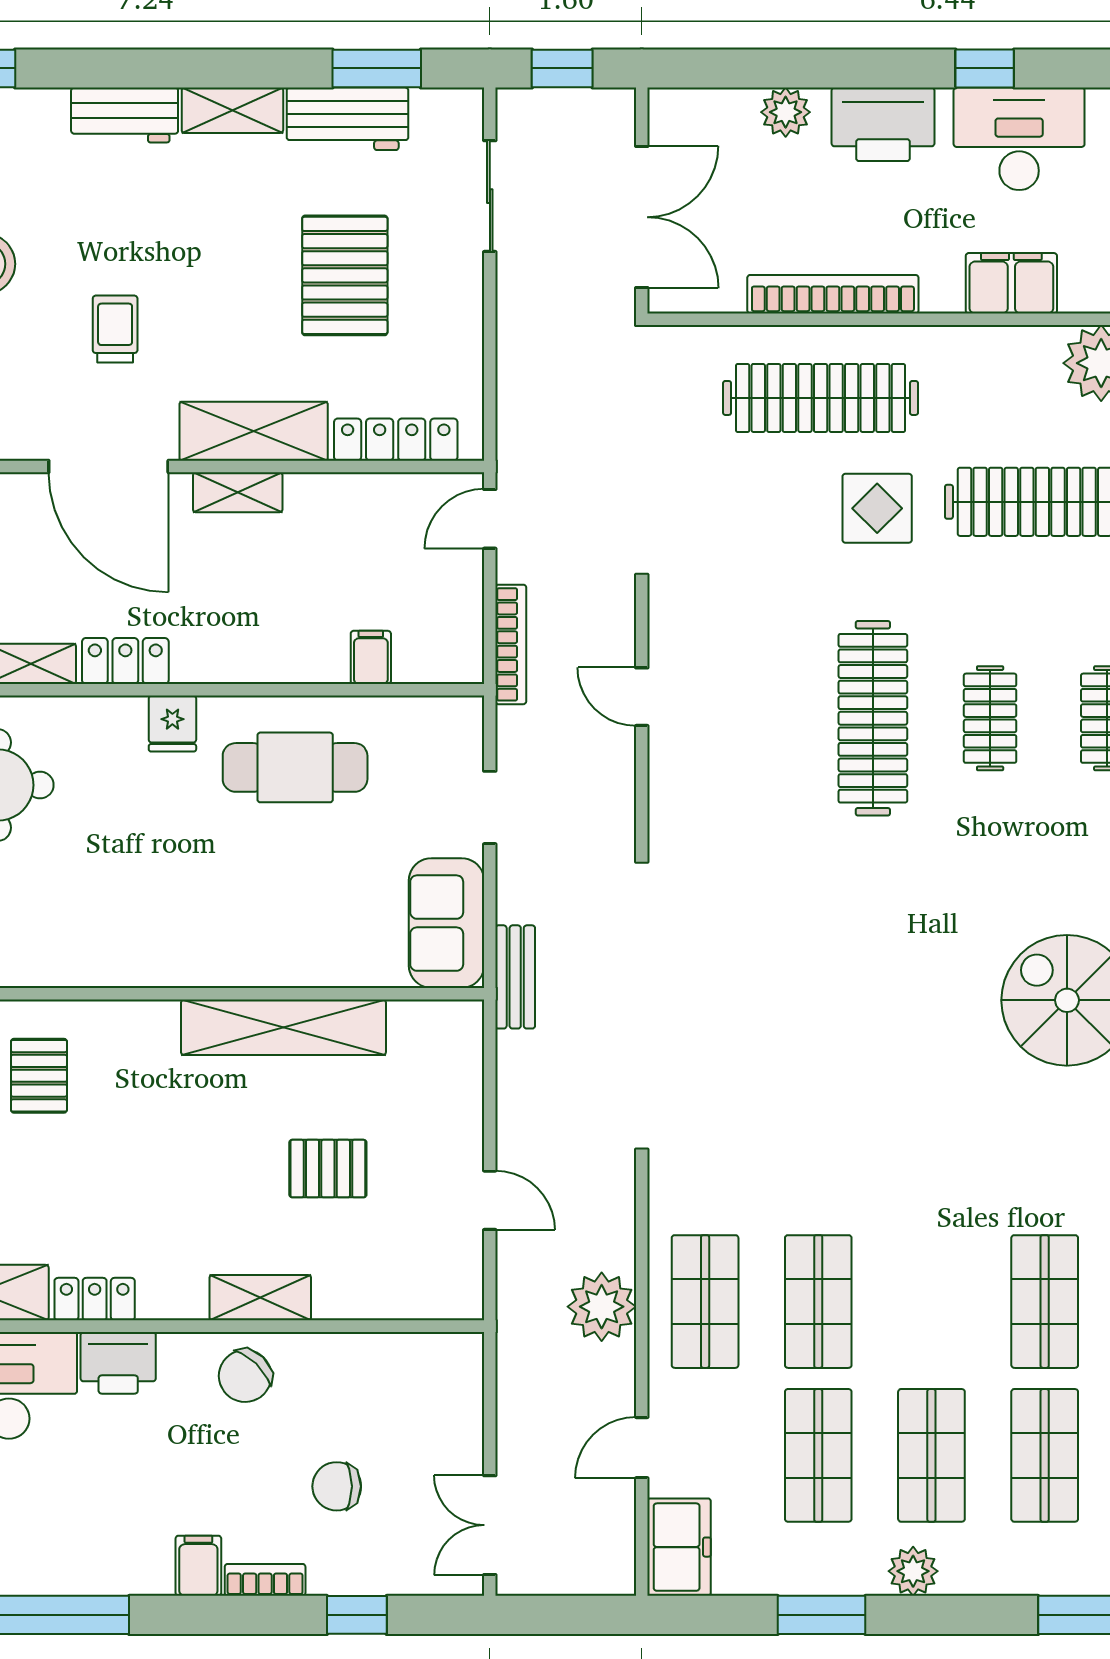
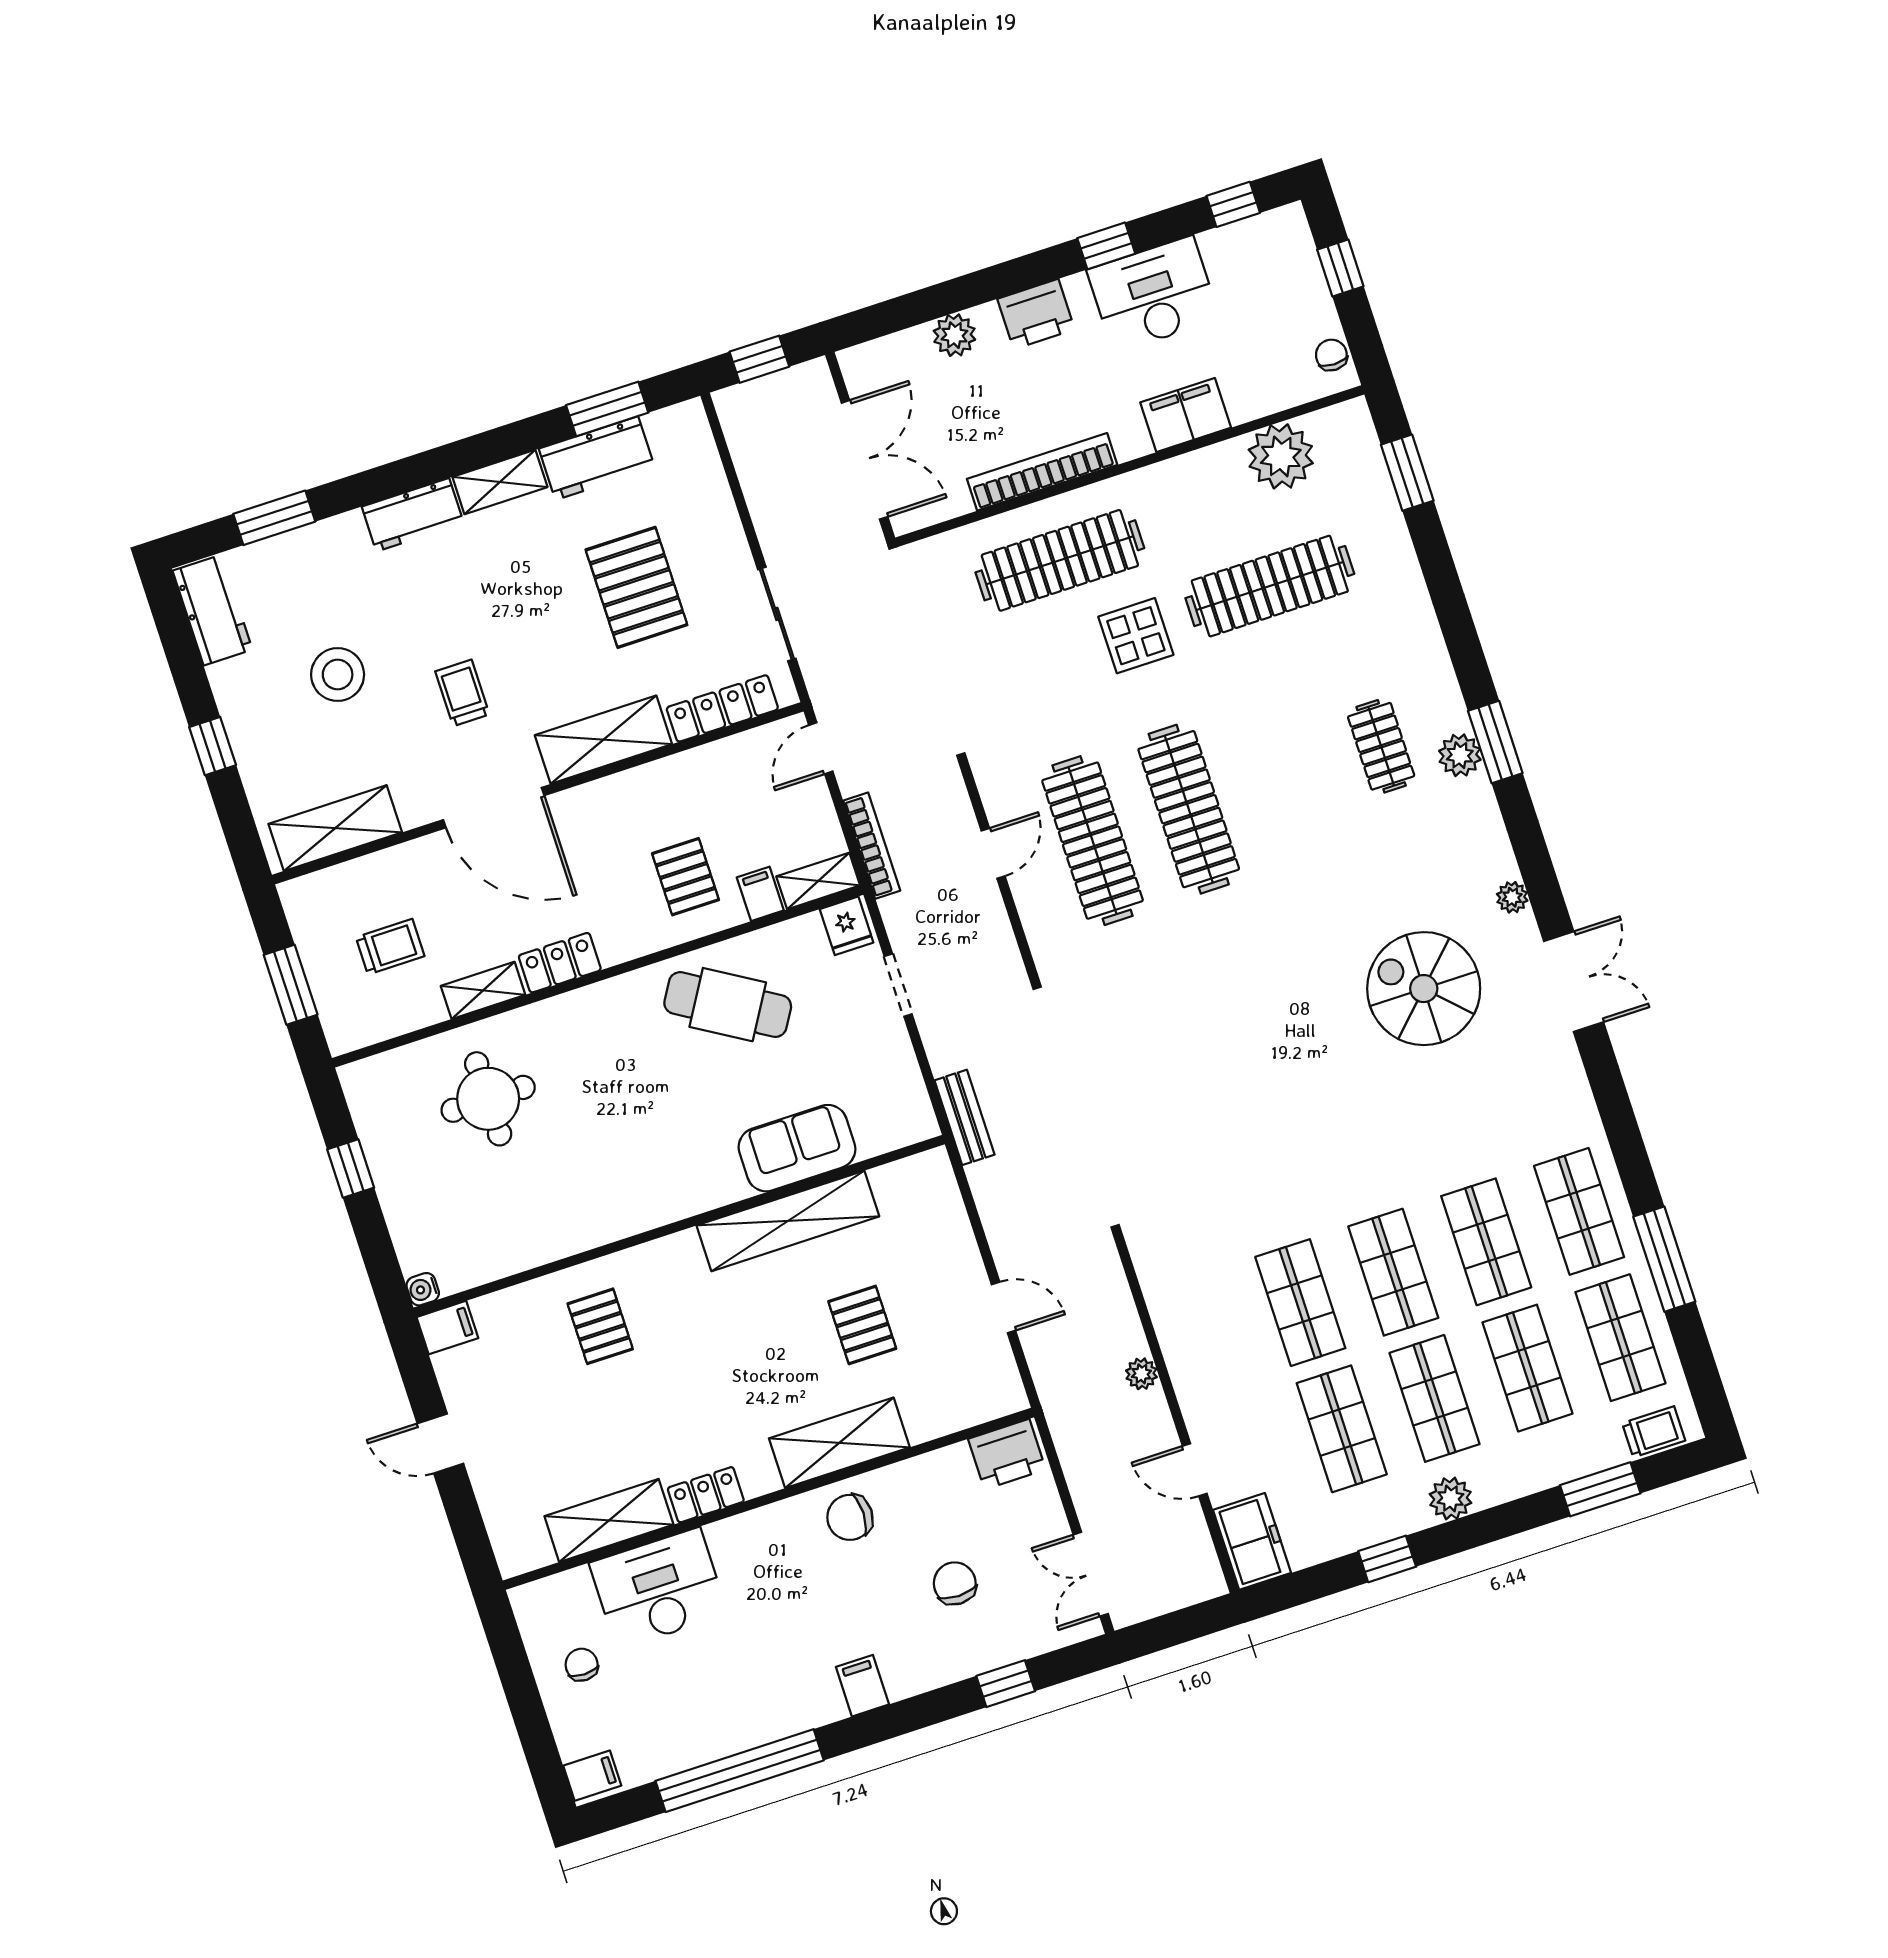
printer: (883, 124) -> (1036, 314), width x0.73, depth x0.84
sliding door: (490, 196) -> (777, 614), moved
shelving: (238, 492) -> (818, 881), moved
pallet: (295, 612) -> (685, 877), added
door: (642, 697) -> (993, 853), swing flipped
clothes rail: (990, 718) -> (1093, 841), moved, width x1.86, depth x1.31
fridge: (172, 724) -> (847, 926), moved
cafe table: (295, 767) -> (728, 1005), turned 31
sofa: (446, 923) -> (797, 1148), moved, turned 90
pallet: (328, 1169) -> (862, 1325), turned 90
shelving: (260, 1298) -> (839, 1443), width x1.50, depth x1.33
shop shelf: (705, 1302) -> (1393, 1272), moved
plant: (602, 1307) -> (1141, 1374), width x0.53, depth x0.53
printer: (118, 1363) -> (1007, 1454), moved
chair: (245, 1376) -> (850, 1517), turned 46
door: (642, 1448) -> (1195, 1470), hinge flipped
chair: (337, 1486) -> (955, 1583), turned 90
bookcase: (265, 1580) -> (921, 1679), removed
window: (821, 1615) -> (1387, 1559), width x0.67

